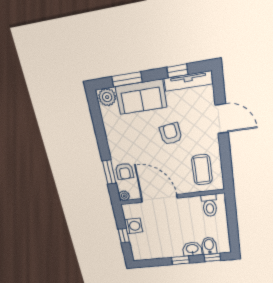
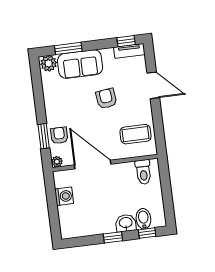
window: (177, 71) -> (126, 41), moved
tv unit: (188, 81) -> (129, 51), width x0.71
coffee table: (202, 170) -> (136, 134), turned 90
armchair: (124, 171) -> (59, 135), turned 180
window: (124, 236) -> (53, 208), removed

